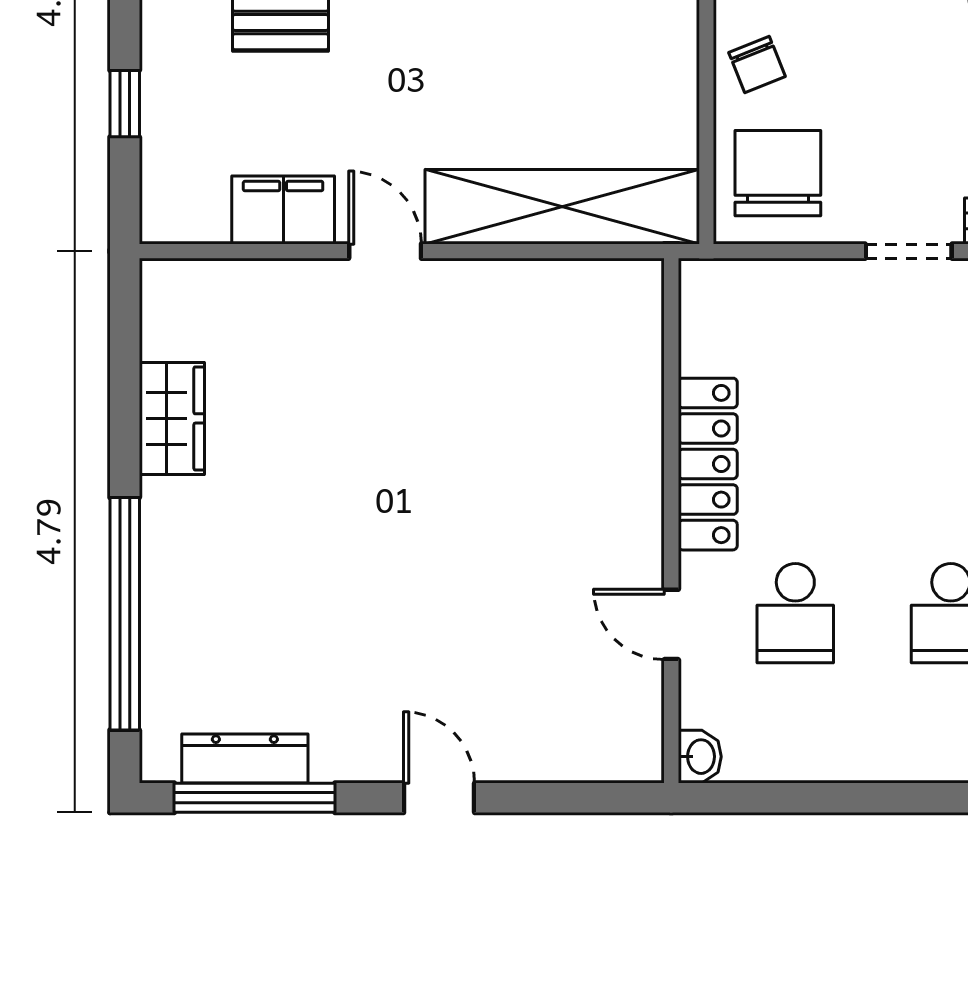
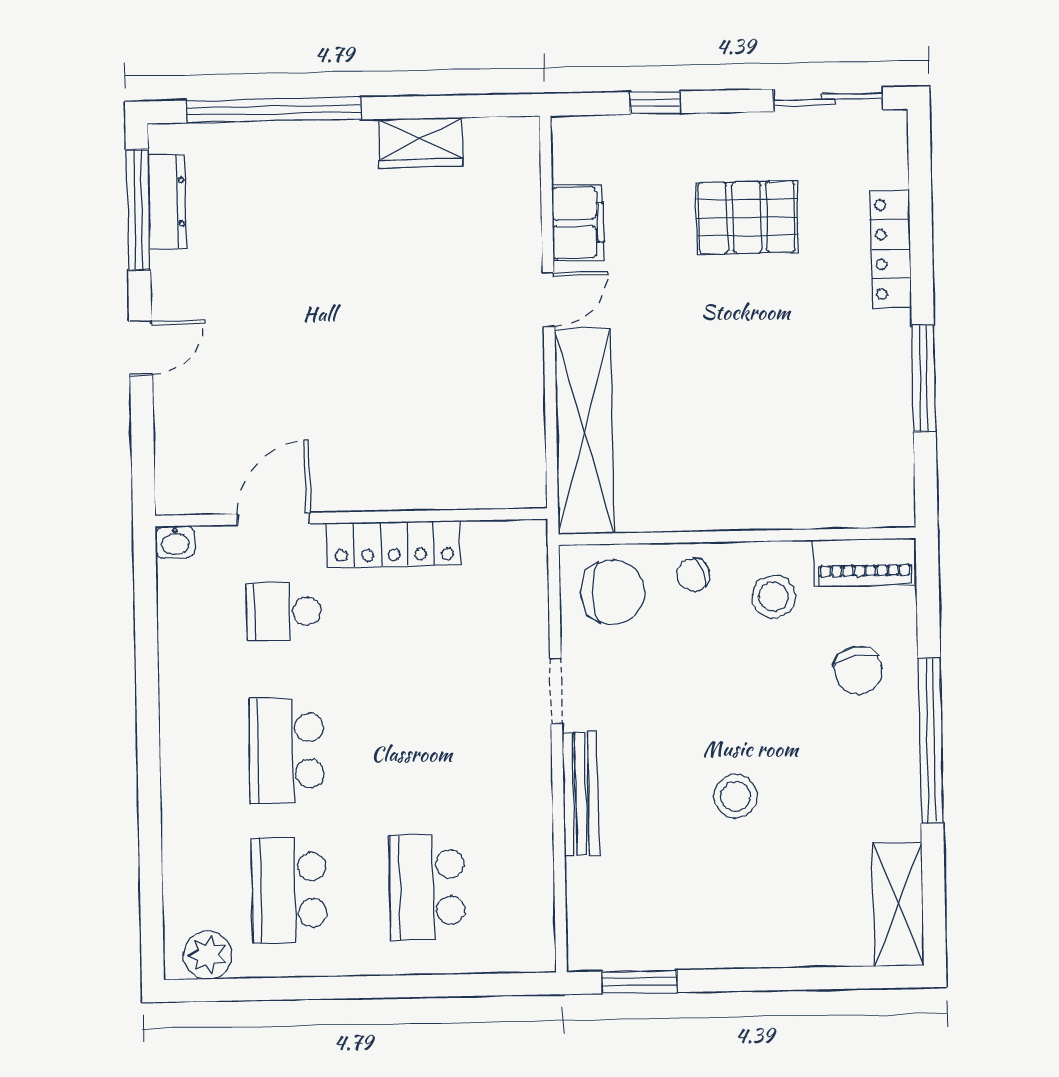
door: (671, 624) -> (274, 519), width x1.38

